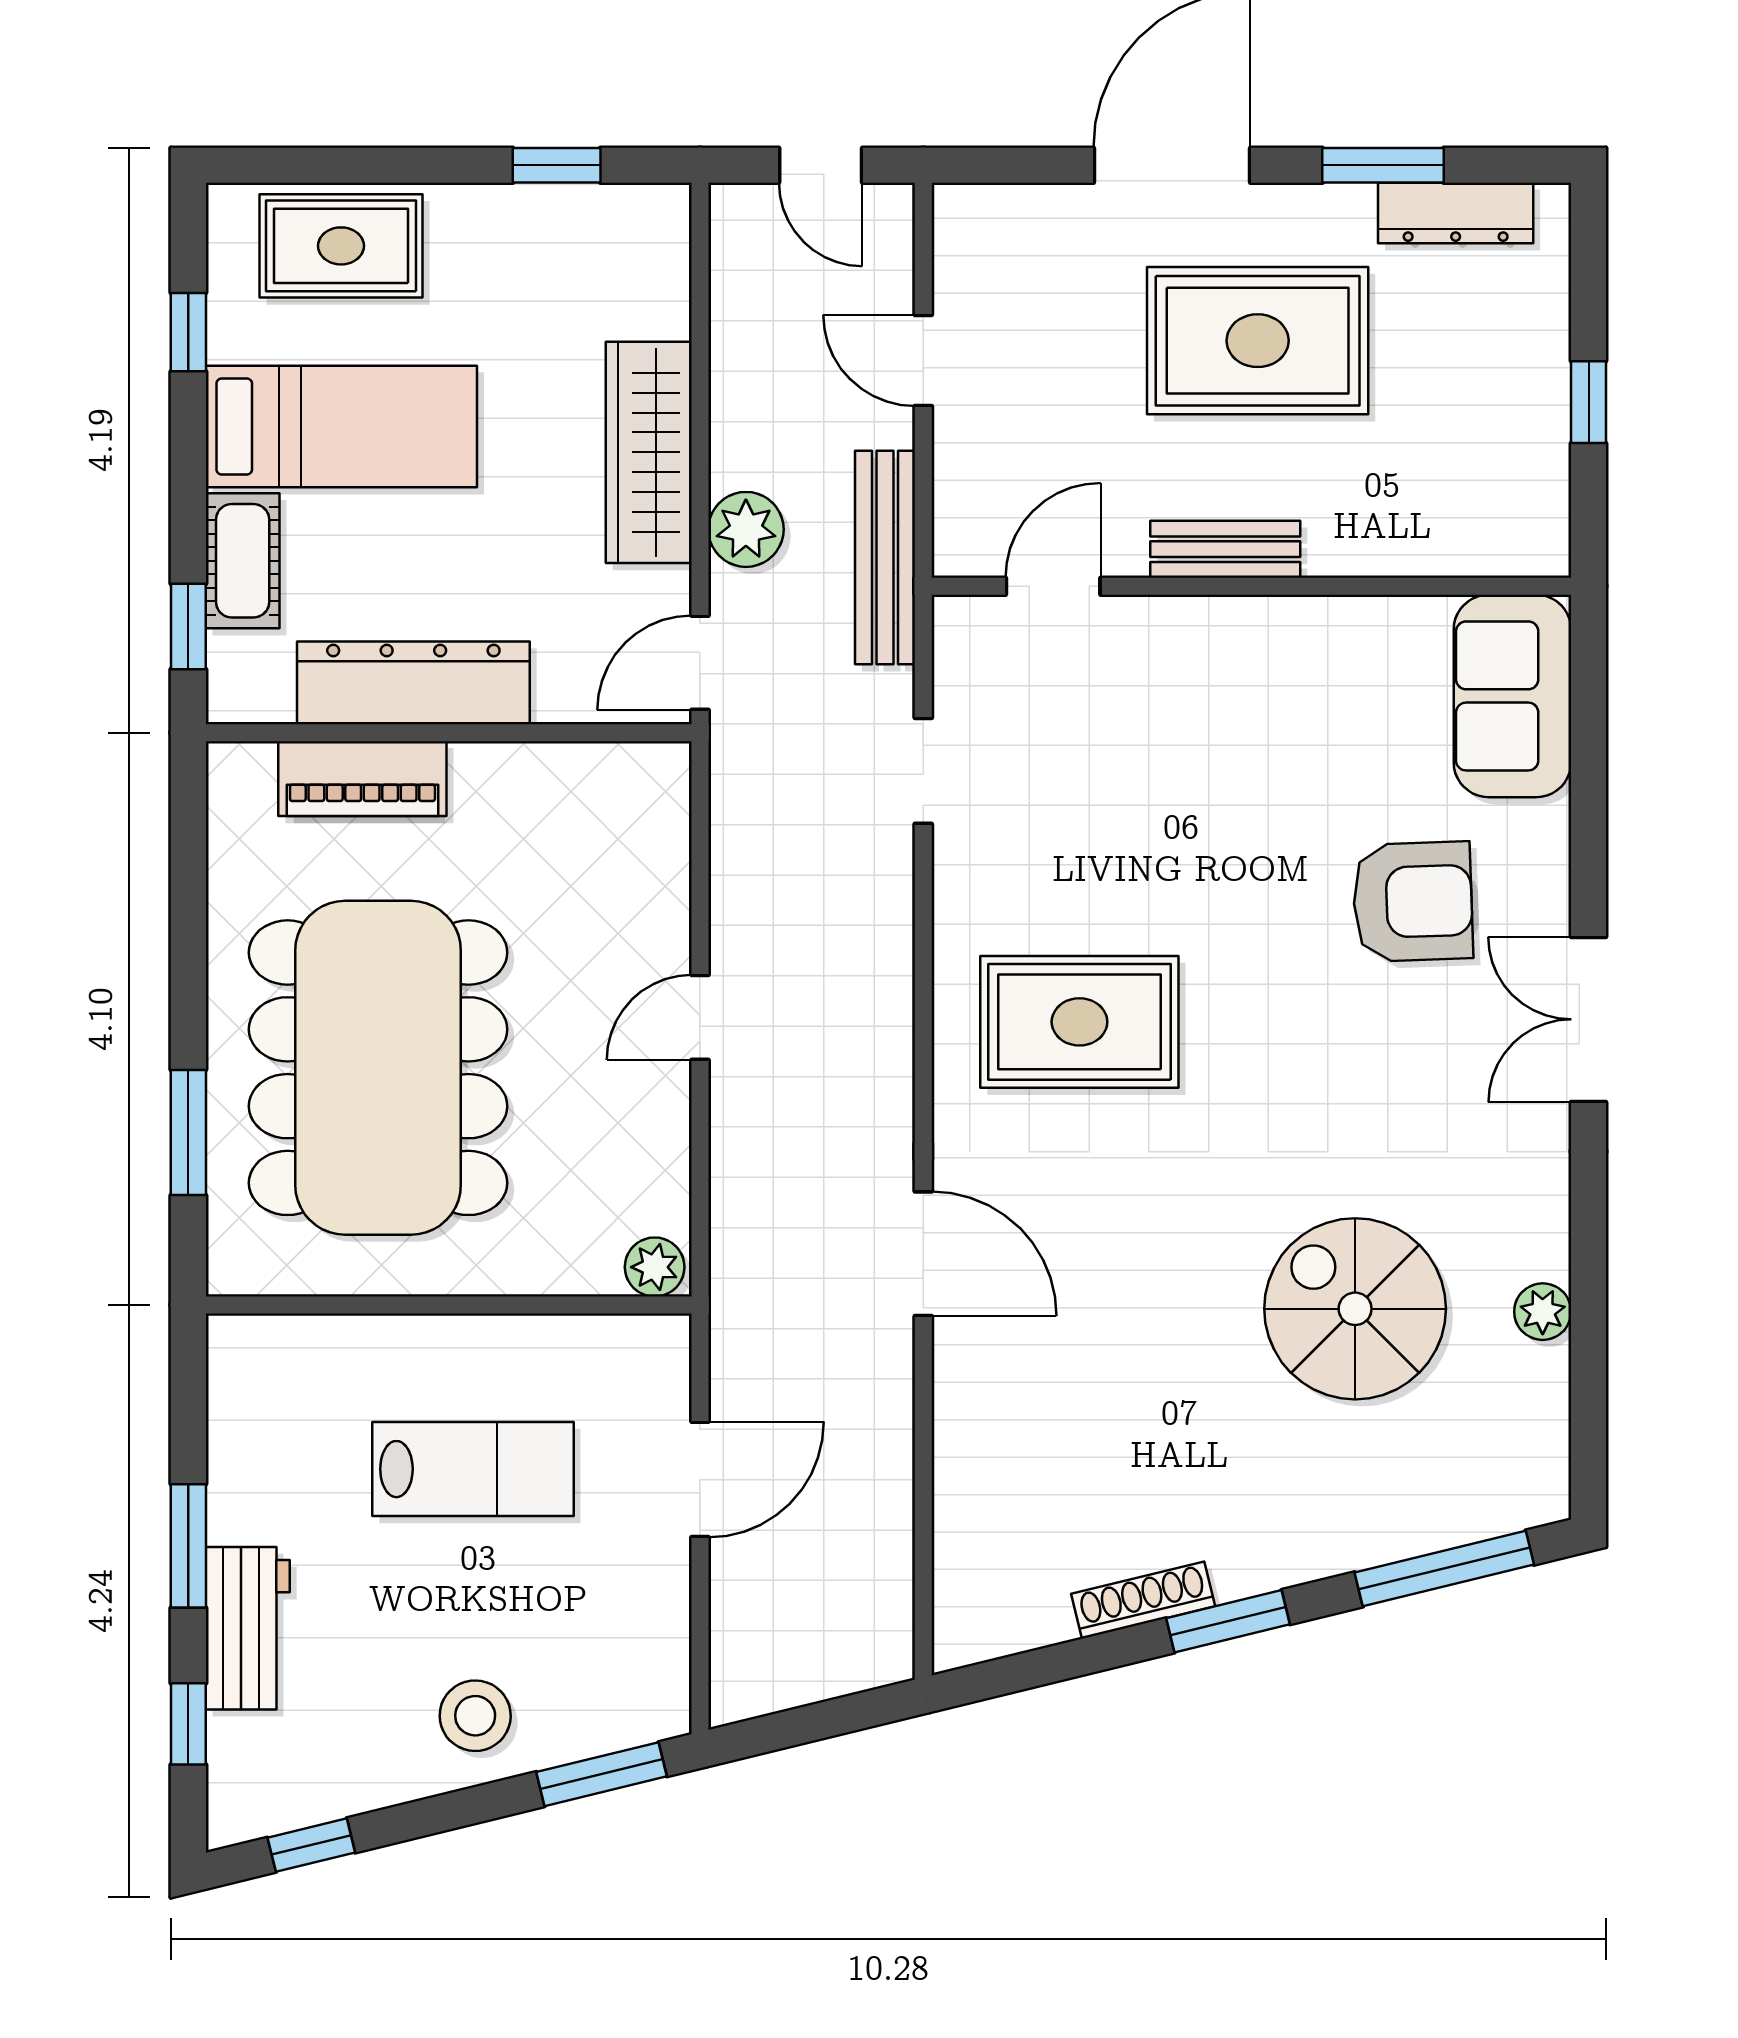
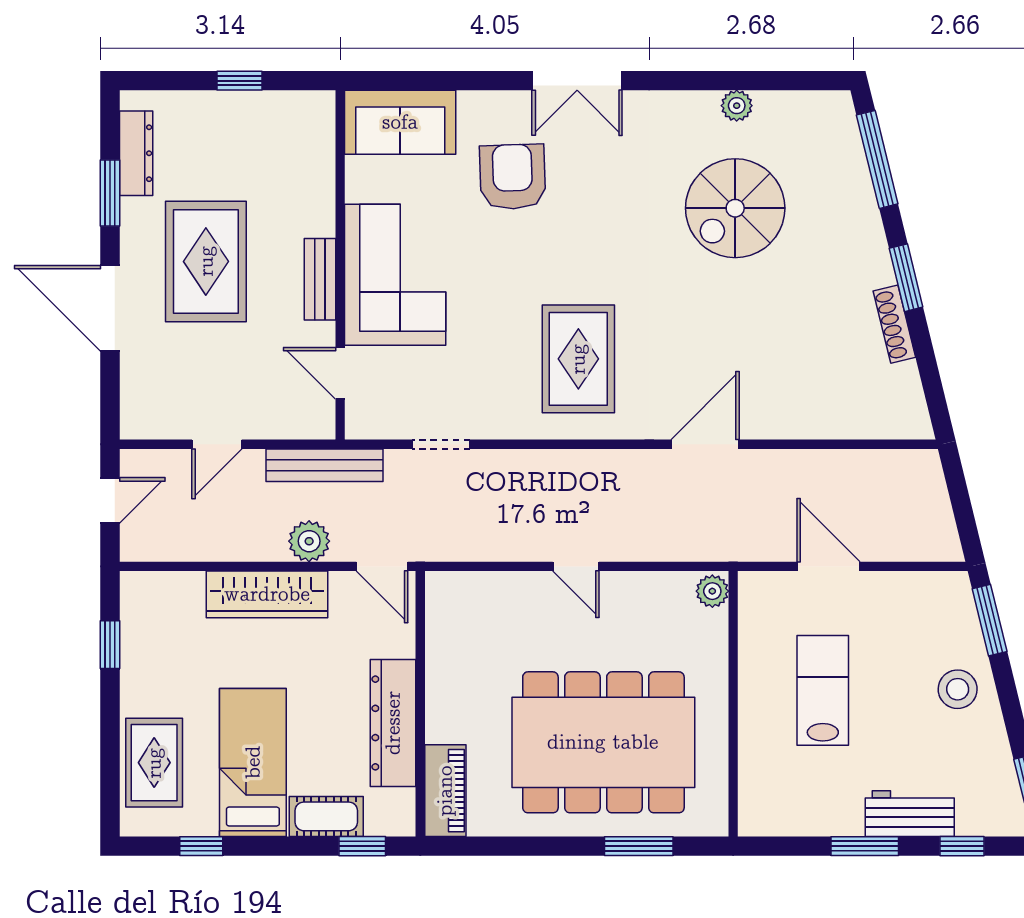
corner sofa: (1233, 687) -> (395, 275), added
piano: (362, 779) -> (445, 791), moved

